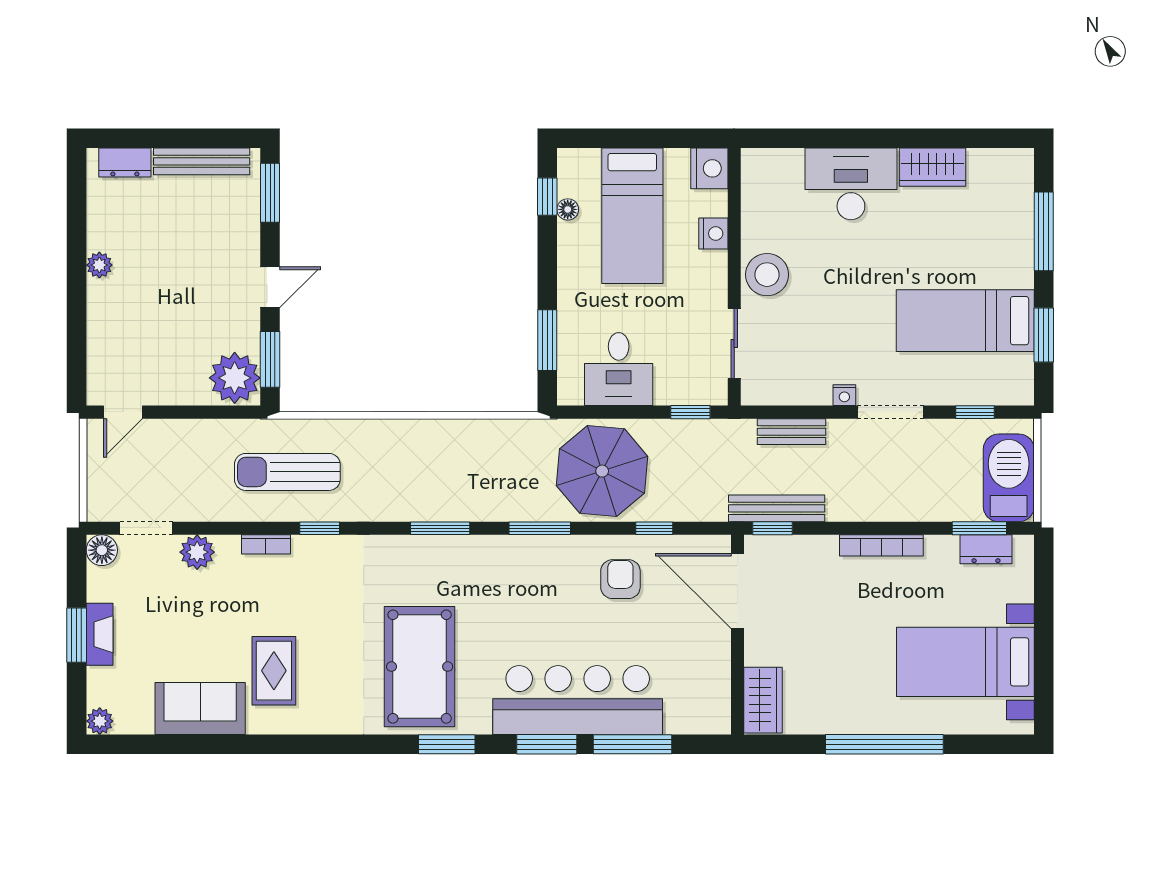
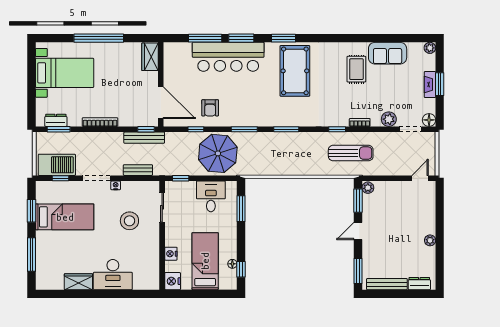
stool: (767, 275) -> (129, 221), moved
plant: (235, 378) -> (368, 188), width x0.53, depth x0.53
barbecue: (1009, 478) -> (57, 165), moved, turned -90

